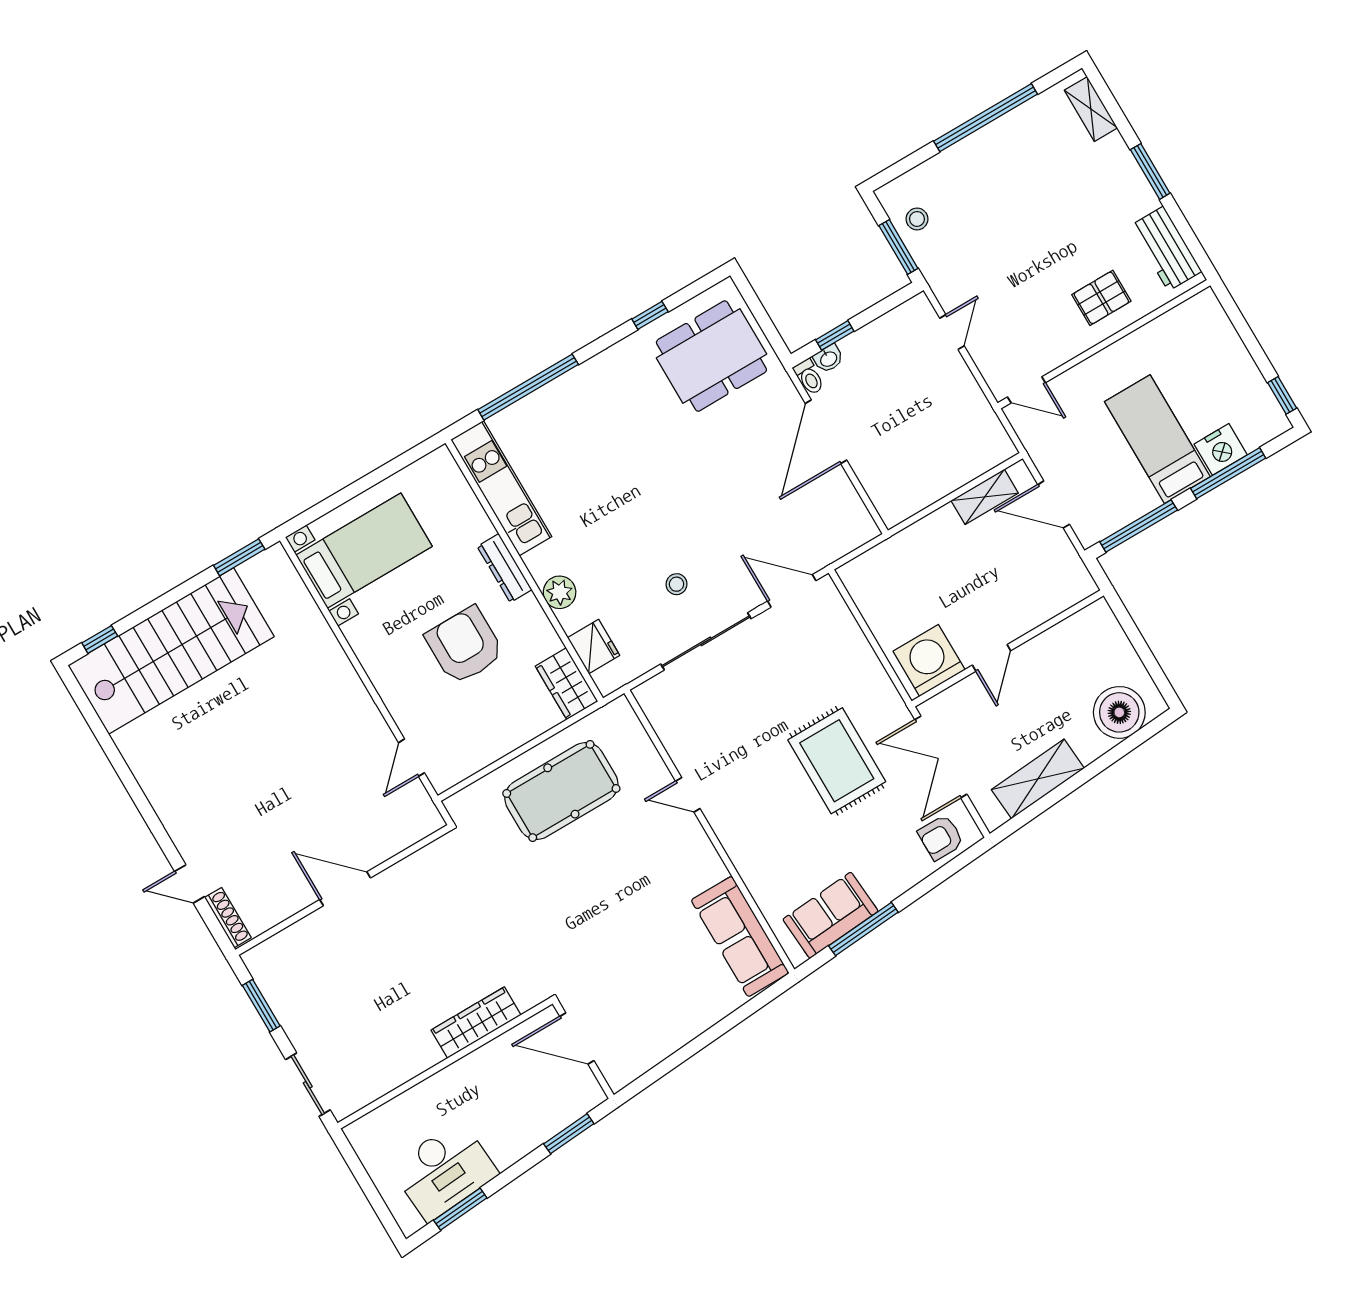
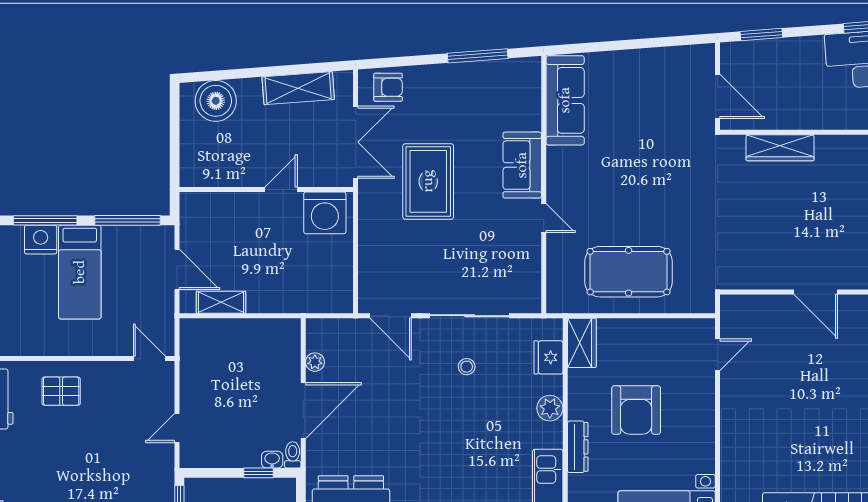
plant: (844, 492) -> (315, 362), added
sofa: (830, 915) -> (522, 165), moved, turned 94

